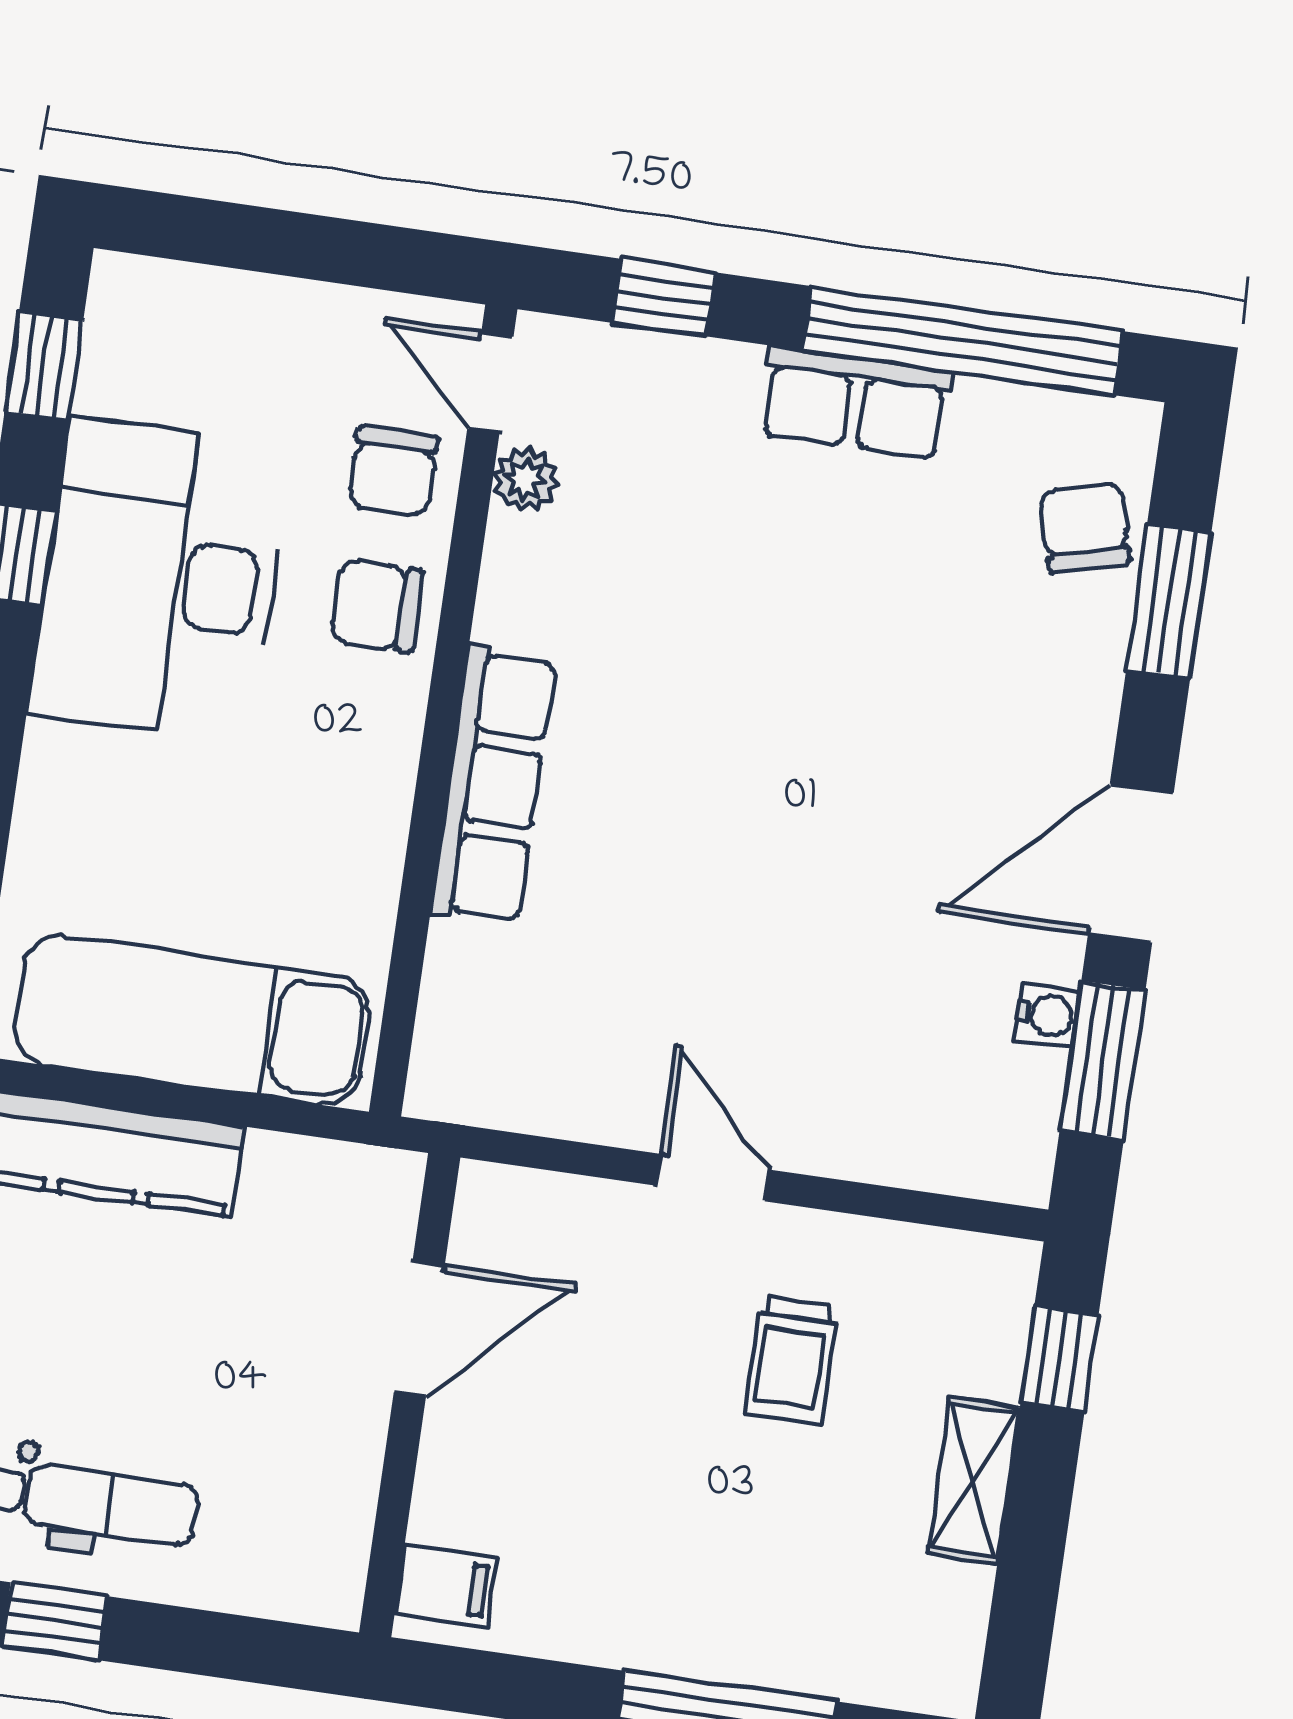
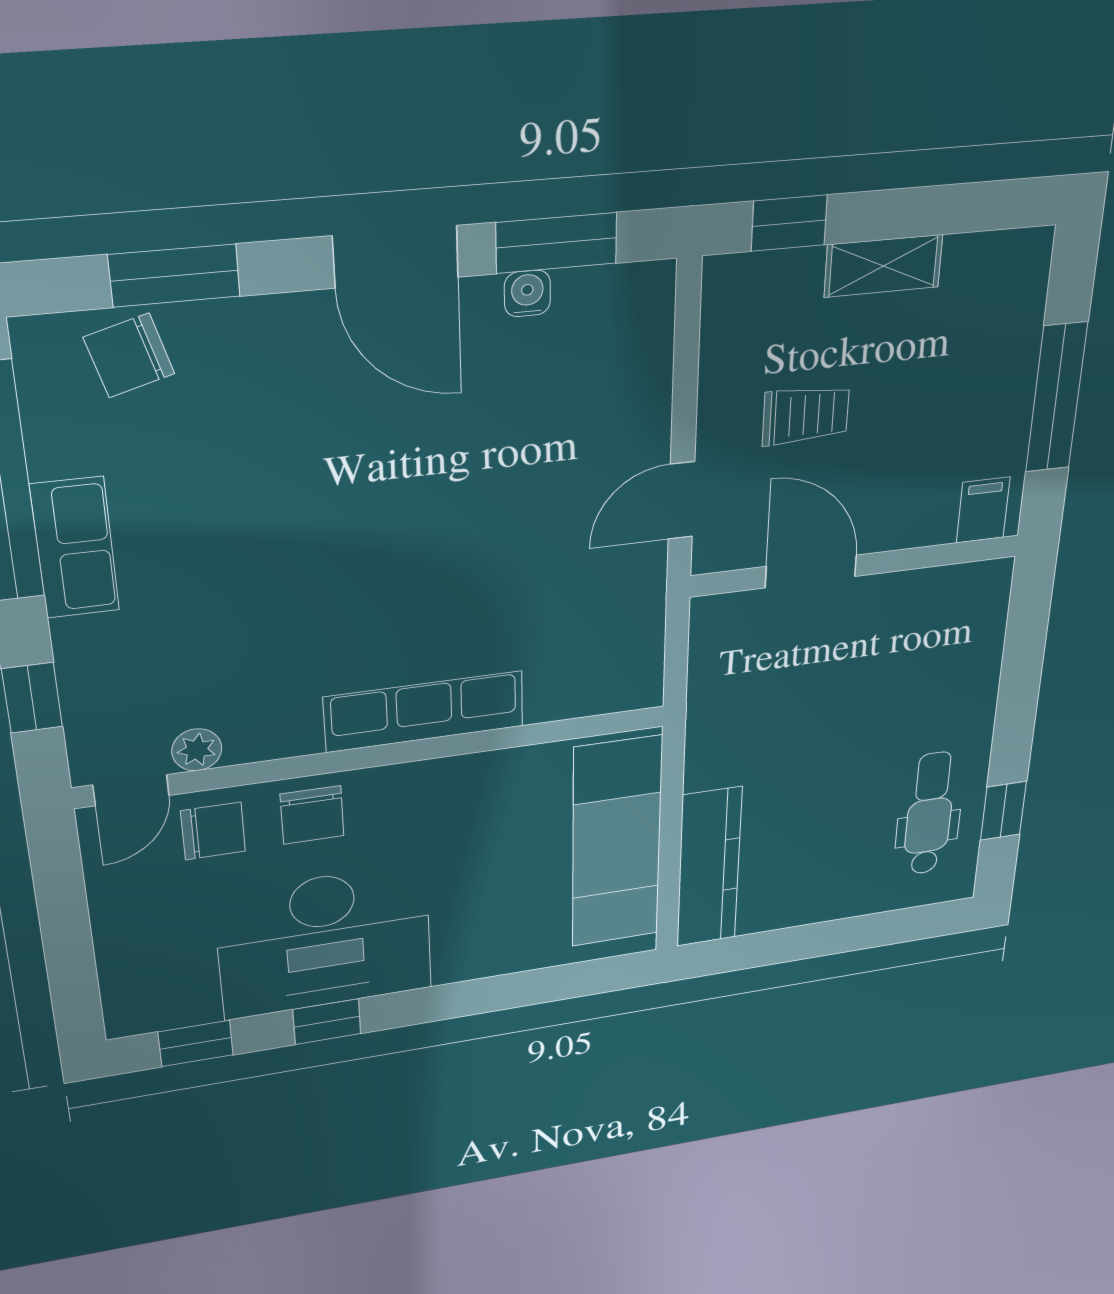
door: (419, 1329) -> (811, 571), moved
wall: (410, 1395) -> (856, 566), moved
filing cabinet: (446, 1586) -> (983, 510), moved

